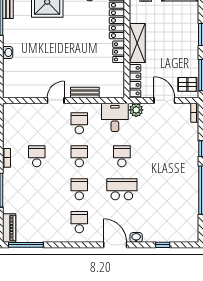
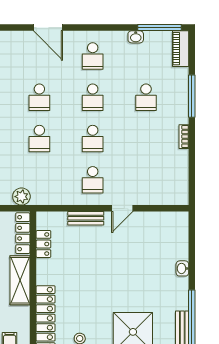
locker: (119, 52) -> (43, 244), moved
desk: (115, 117) -> (48, 187), removed
school desk: (37, 156) -> (146, 97), moved
school desk: (122, 189) -> (39, 97), width x0.54
washbasin: (136, 237) -> (136, 37), moved

